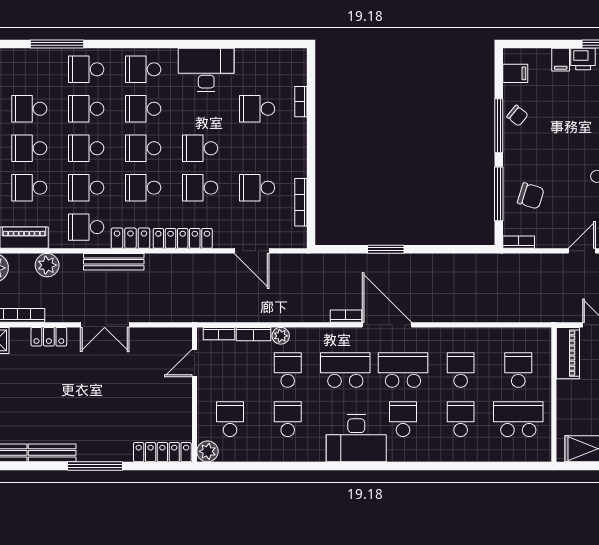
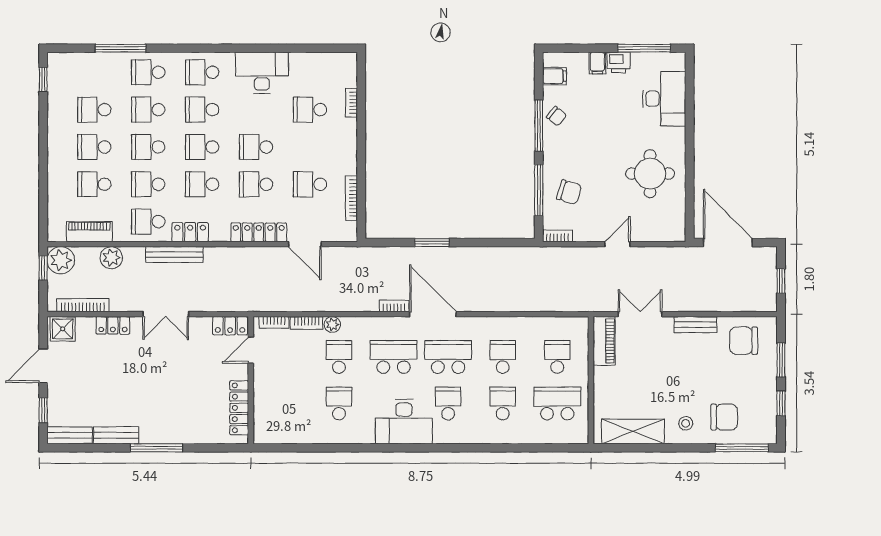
locker: (183, 238) -> (259, 232), moved
locker: (173, 337) -> (230, 326), added
school desk: (230, 419) -> (284, 403), removed
plant: (208, 451) -> (263, 434), removed
locker: (162, 452) -> (239, 408), moved, turned -90

